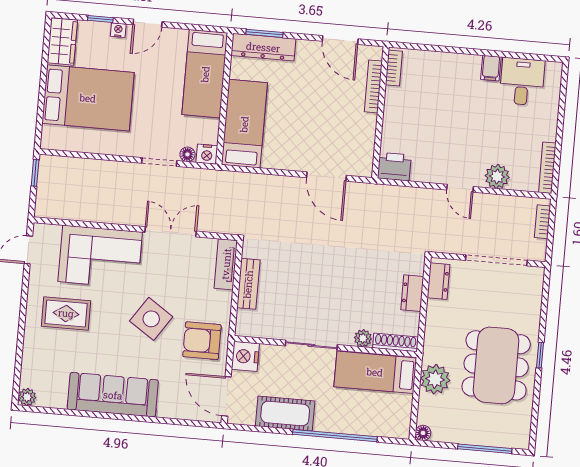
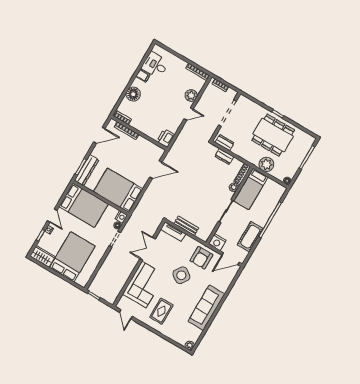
floor lamp: (448, 67) -> (133, 94), added
bed: (205, 74) -> (84, 205), width x1.50
bed: (244, 124) -> (118, 190), width x1.50

